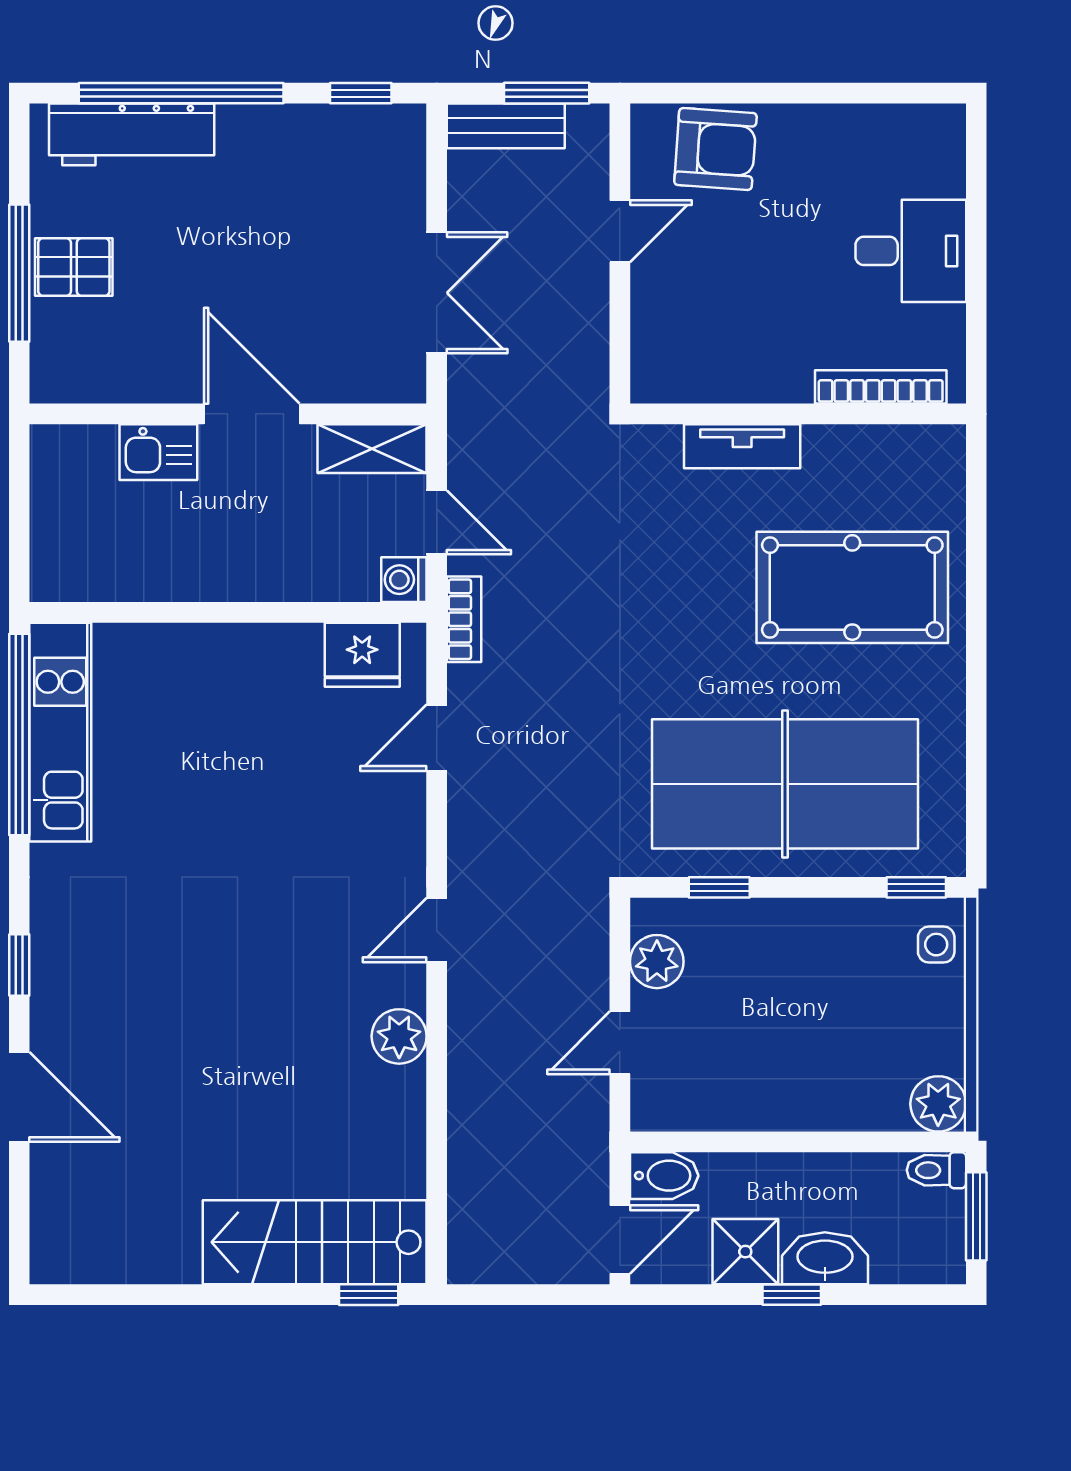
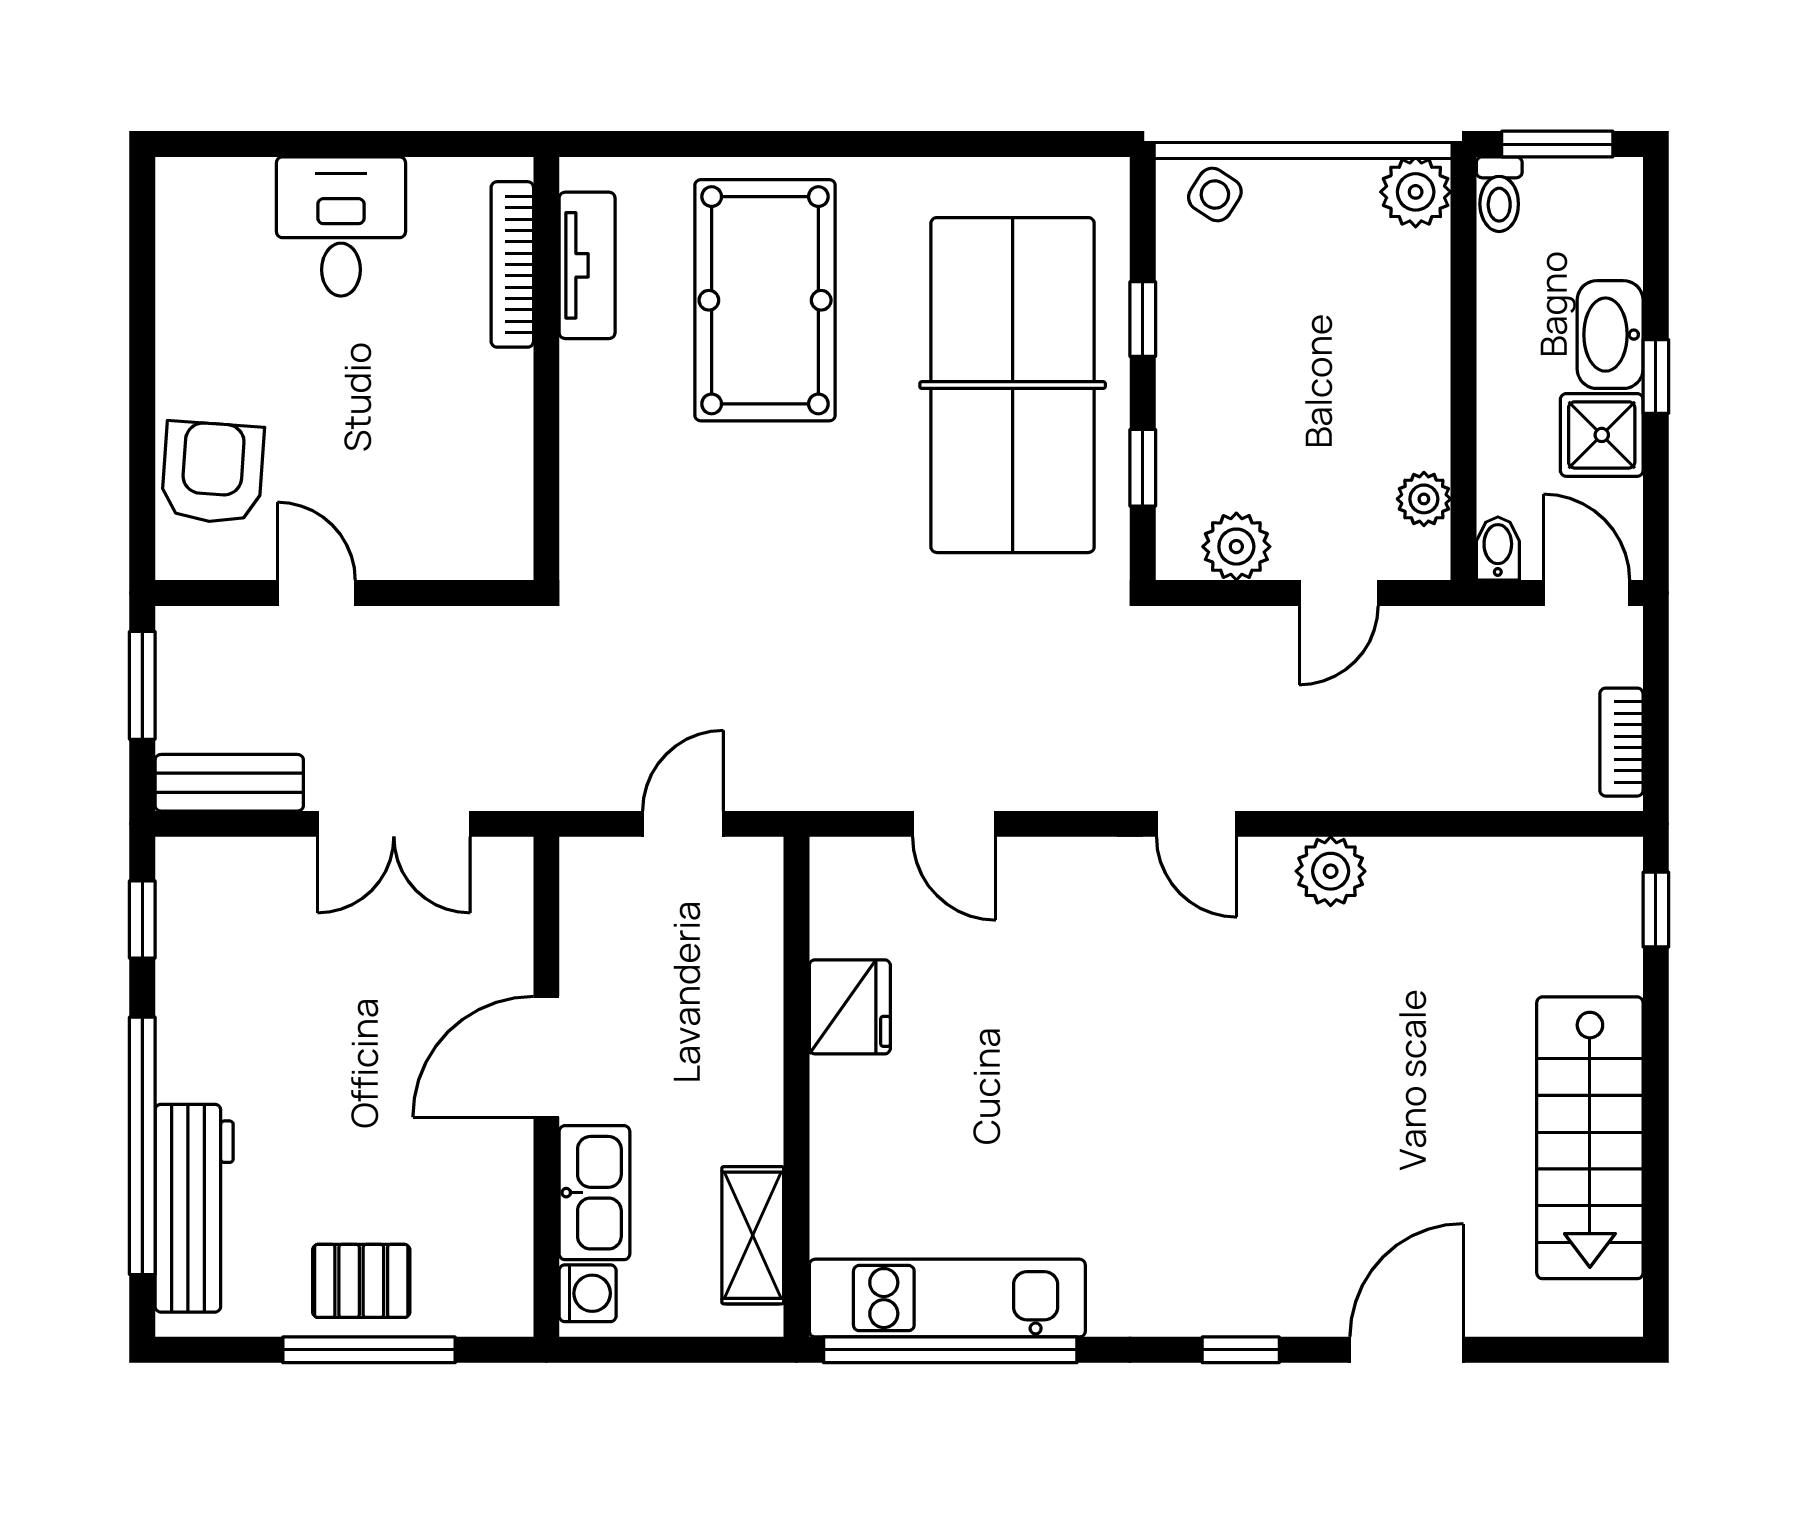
bench: (506, 126) -> (229, 783), moved, turned 90
pallet: (74, 267) -> (361, 1281), turned 90
double door: (437, 293) -> (394, 824), swing flipped
tv unit: (742, 446) -> (587, 265), moved
shelving: (372, 449) -> (753, 1235), moved
kitchen sink: (158, 452) -> (594, 1193), width x1.38
washing machine: (404, 580) -> (588, 1293), moved, turned -90
bookcase: (464, 619) -> (1621, 742), moved, turned -90
fridge: (362, 655) -> (850, 1007), moved
window: (916, 887) -> (1143, 319), moved
side table: (936, 945) -> (1215, 195), turned 33
door: (620, 1043) -> (1339, 593), hinge flipped
plant: (695, 1110) -> (1424, 499), added
bidet: (664, 1176) -> (1498, 549), width x0.72, depth x0.74
stairs: (315, 1242) -> (1590, 1138), moved

